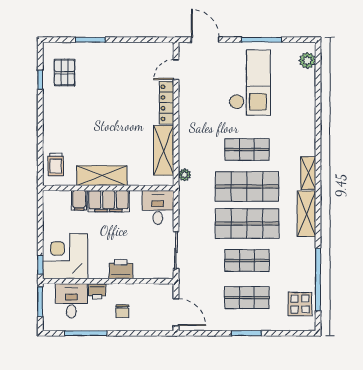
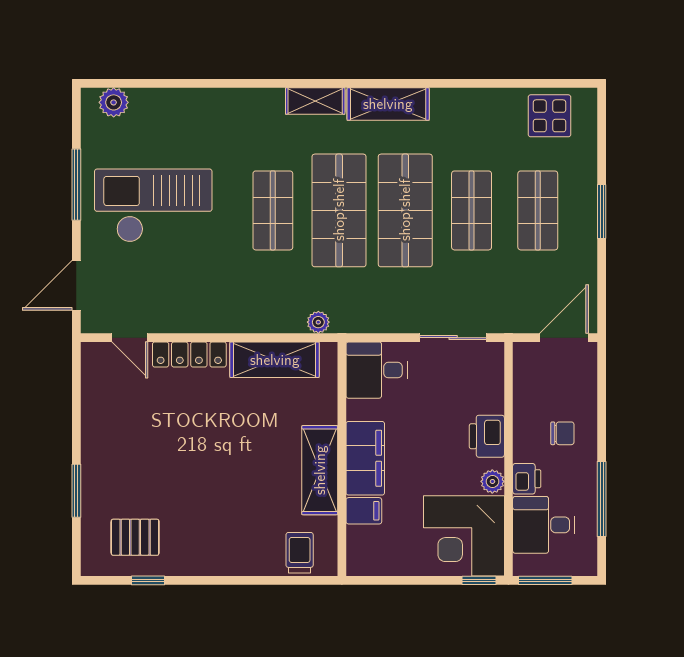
trolley: (56, 164) -> (300, 553), turned -90
plant: (96, 272) -> (492, 481), added
window: (318, 279) -> (505, 83), removed

